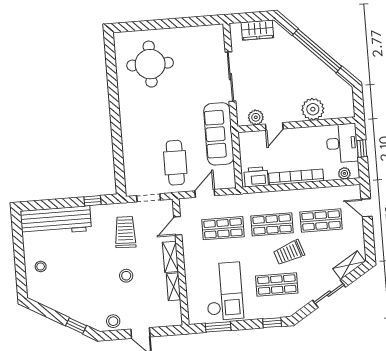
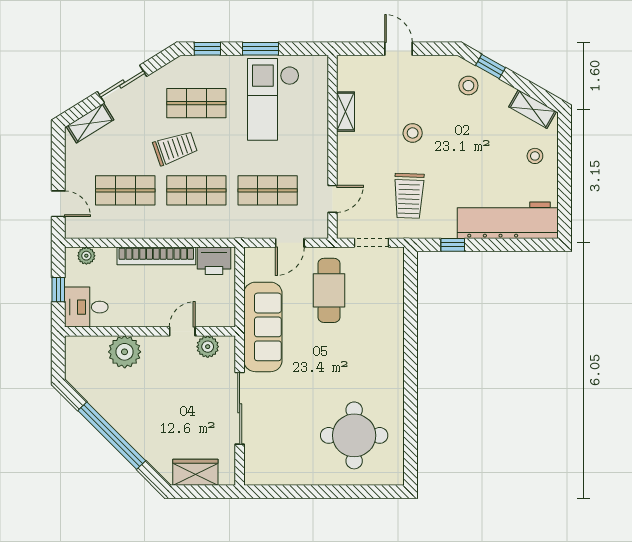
desk: (342, 143) -> (86, 307), width x0.73
shelving: (170, 257) -> (533, 109), moved, turned -60
stool: (113, 321) -> (468, 86), moved
window: (218, 327) -> (261, 49), moved

